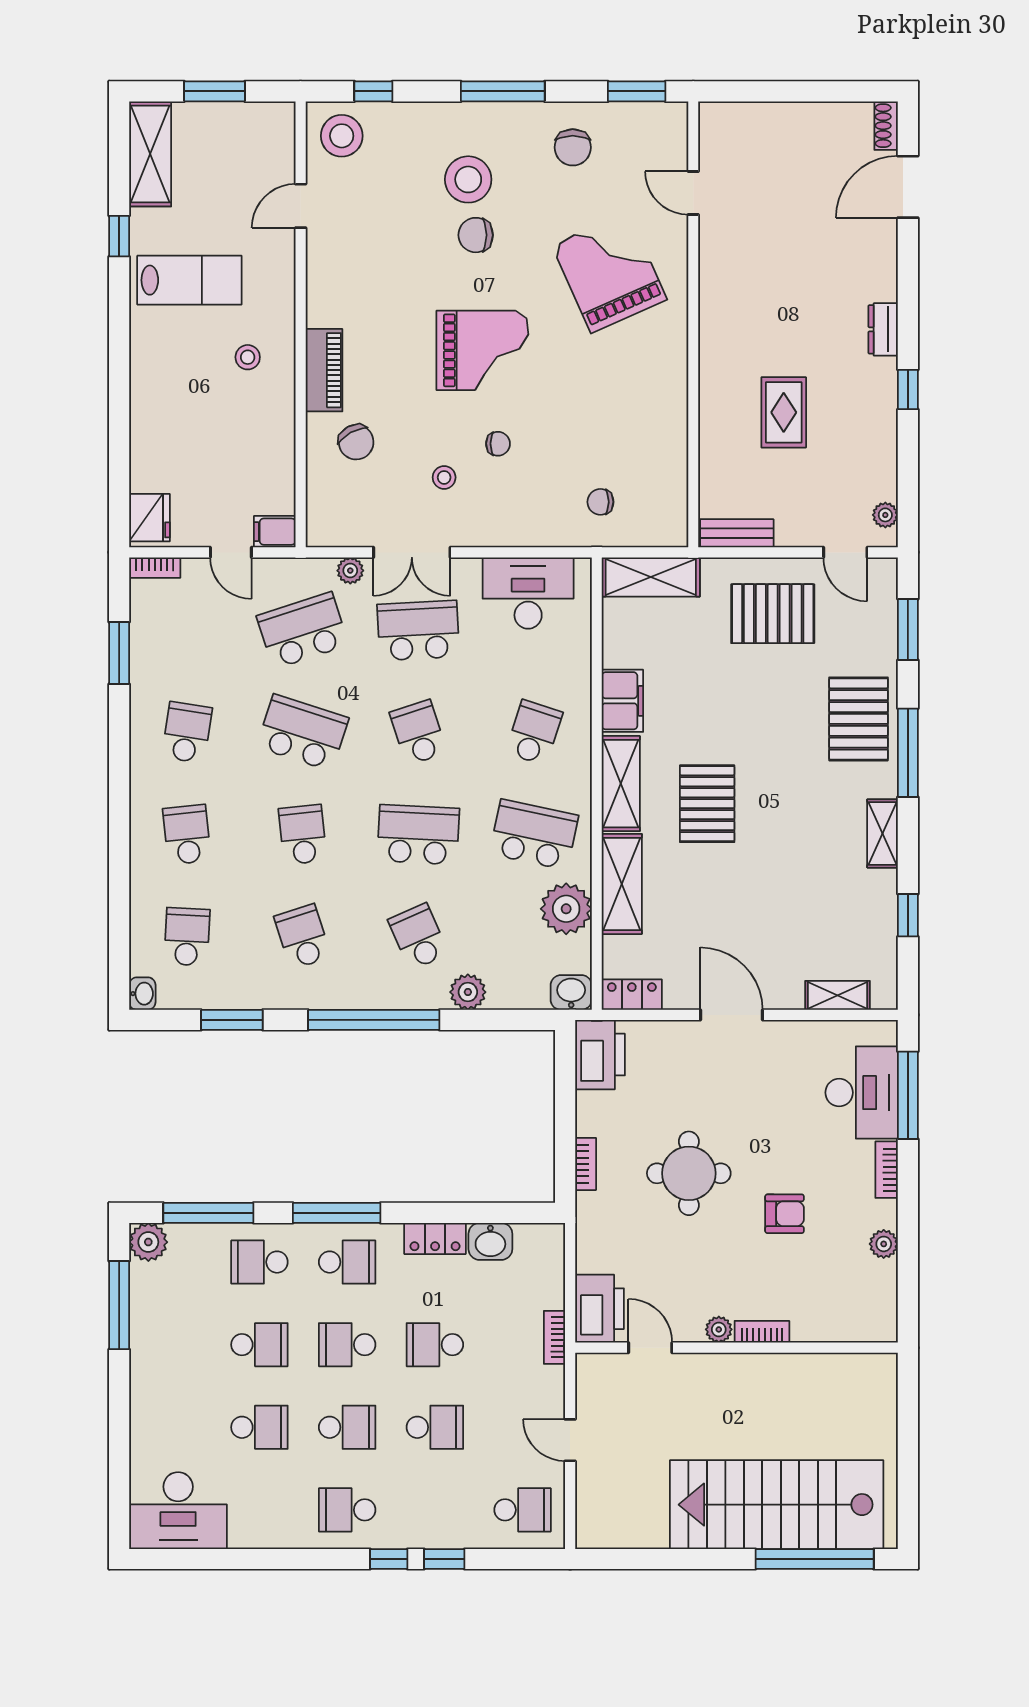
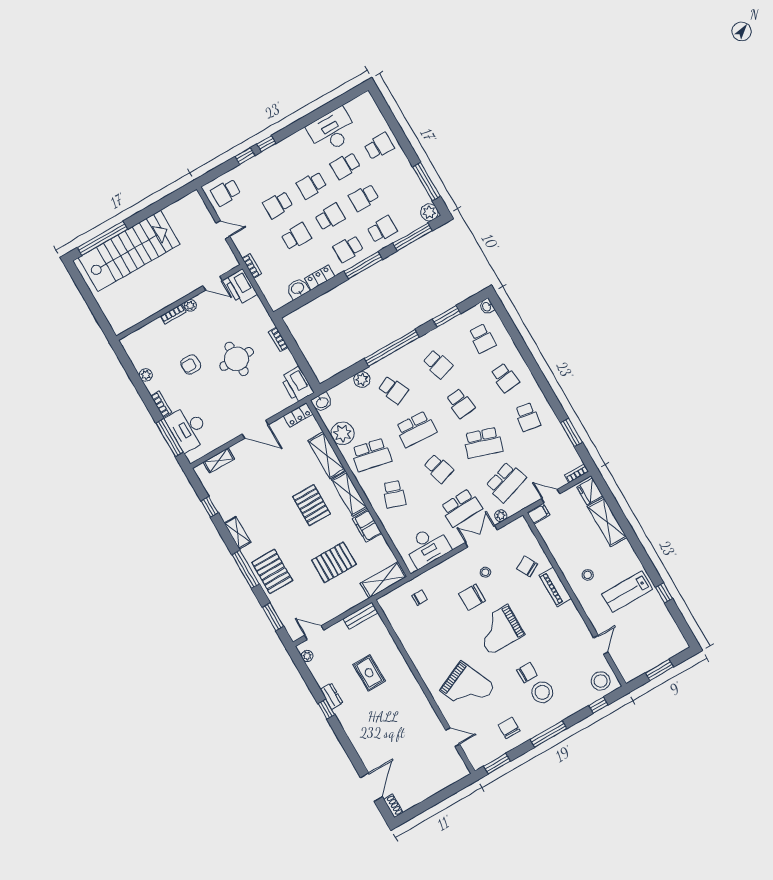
shelving: (150, 154) -> (607, 522), moved
dresser: (883, 329) -> (332, 696), moved
chair: (498, 444) -> (472, 597), width x1.87, depth x1.87
pallet: (773, 614) -> (334, 562), moved
school desk: (347, 1510) -> (379, 146), moved
desk: (178, 1511) -> (332, 131), moved

